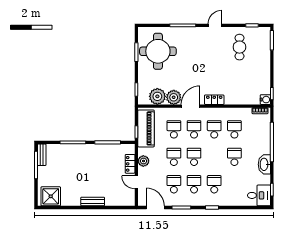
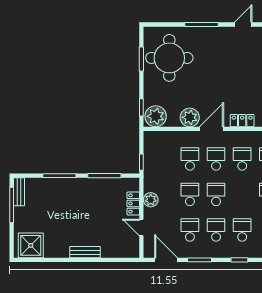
plant: (157, 96) -> (156, 116), moved
piano: (146, 128) -> (154, 158), removed

